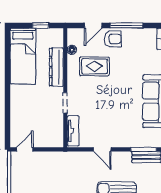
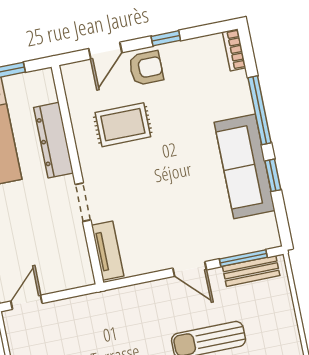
window: (126, 25) -> (166, 38), width x0.46
floor lamp: (72, 50) -> (75, 103), removed
door: (102, 149) -> (190, 269), moved

